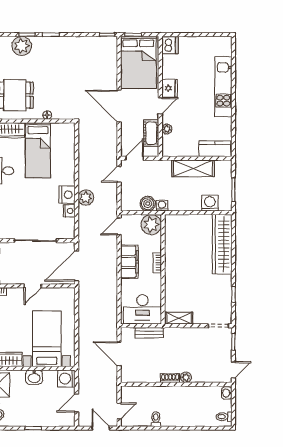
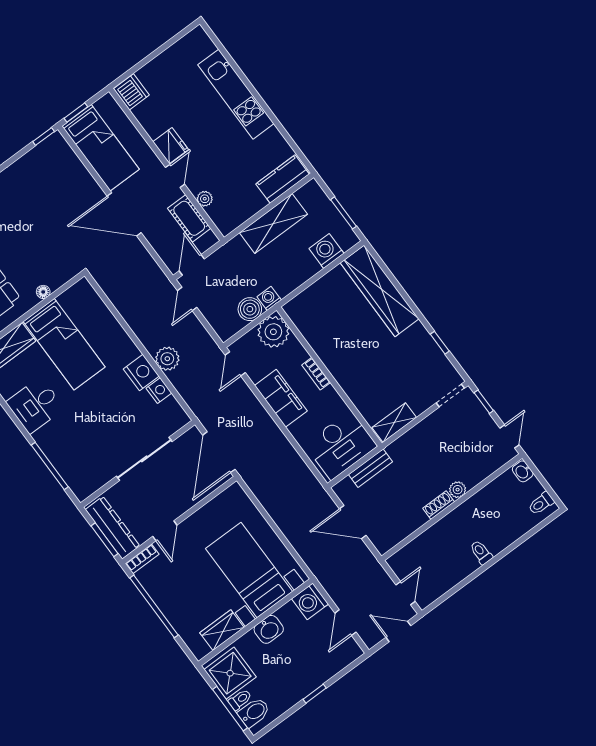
bed: (138, 62) -> (101, 148), width x0.67
door: (33, 286) -> (165, 531), moved
toilet: (156, 419) -> (481, 552), moved

